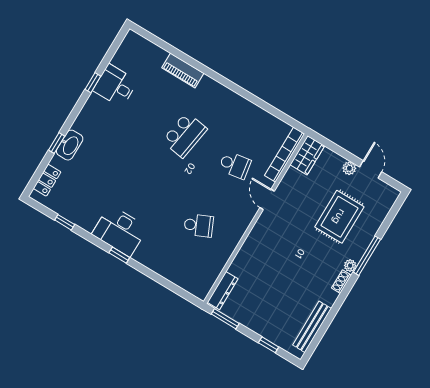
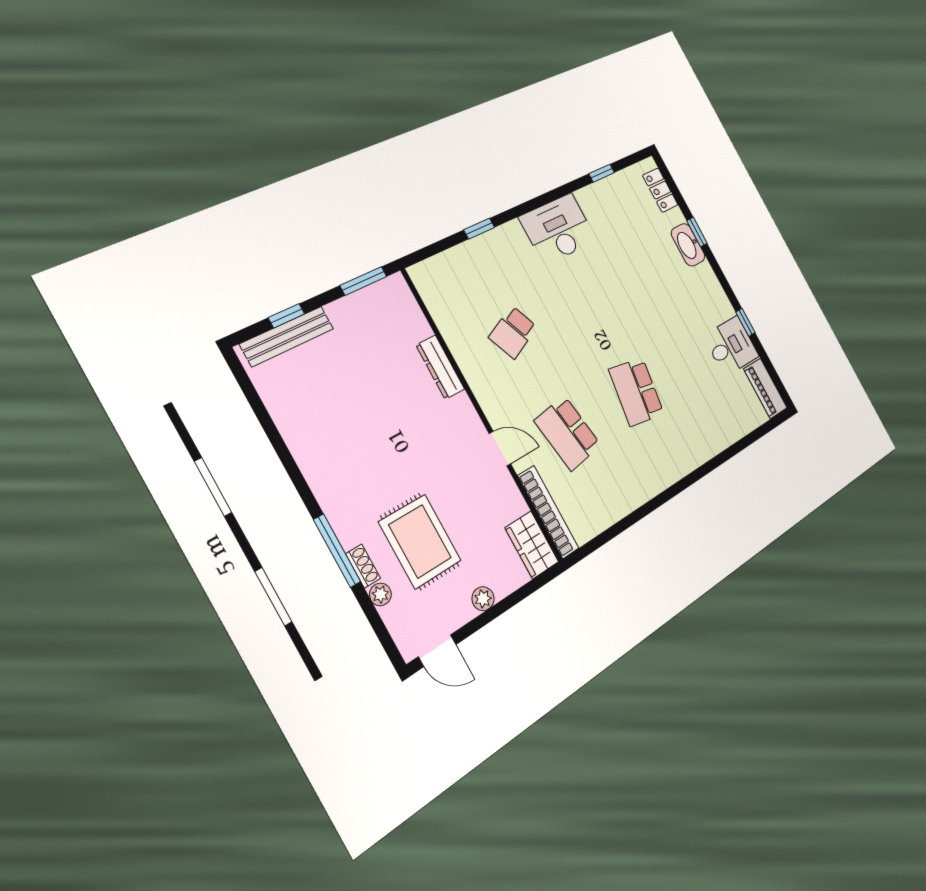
piano: (183, 71) -> (765, 388), moved, turned -90
school desk: (235, 165) -> (568, 433), width x1.85
door: (371, 169) -> (437, 651), moved
window: (119, 255) -> (479, 229), moved
plant: (350, 266) -> (380, 594), moved
shoe rack: (341, 282) -> (363, 566), moved
dresser: (223, 291) -> (440, 367), moved
bench: (312, 327) -> (287, 336), moved, turned 90

